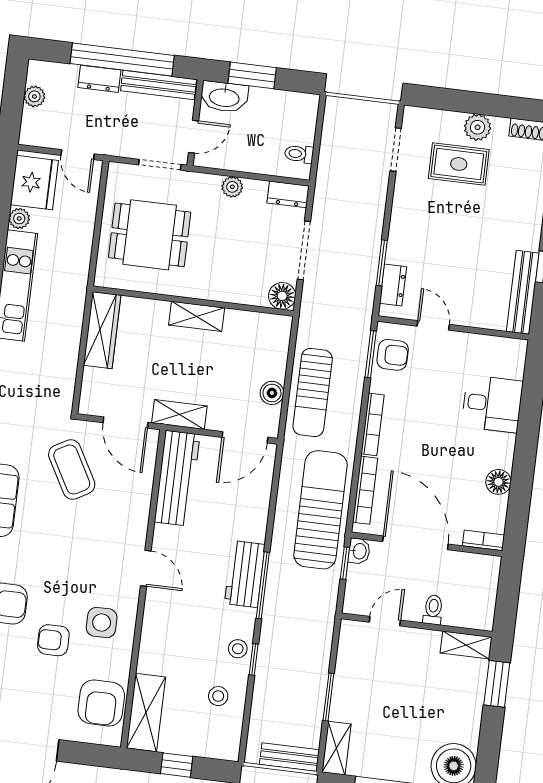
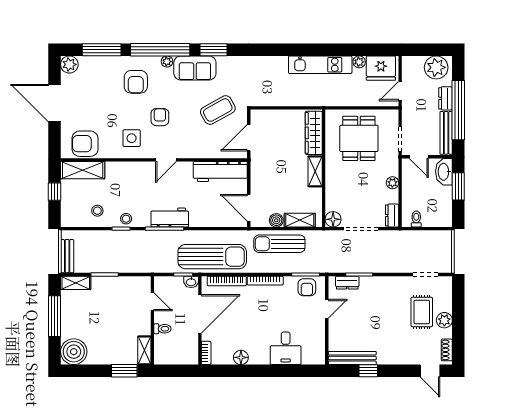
plant: (34, 96) -> (436, 67), width x1.88, depth x1.88
wardrobe: (102, 330) -> (314, 133), moved, turned 90
shelving: (179, 415) -> (300, 220), moved, turned 90
armchair: (53, 640) -> (160, 117), moved

